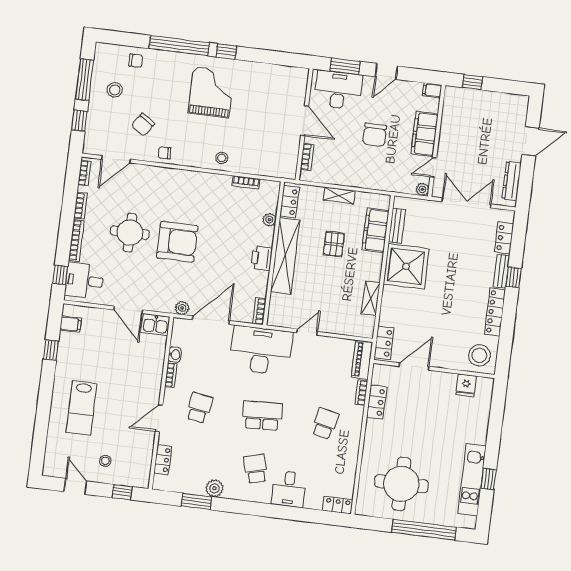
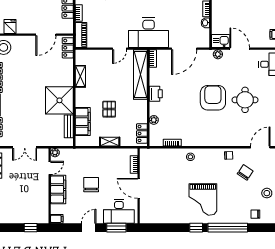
double door: (466, 203) -> (25, 147), width x0.73
armchair: (177, 242) -> (213, 98), turned 90
shelving: (285, 256) -> (140, 75), moved
plant: (182, 308) -> (218, 54), moved

